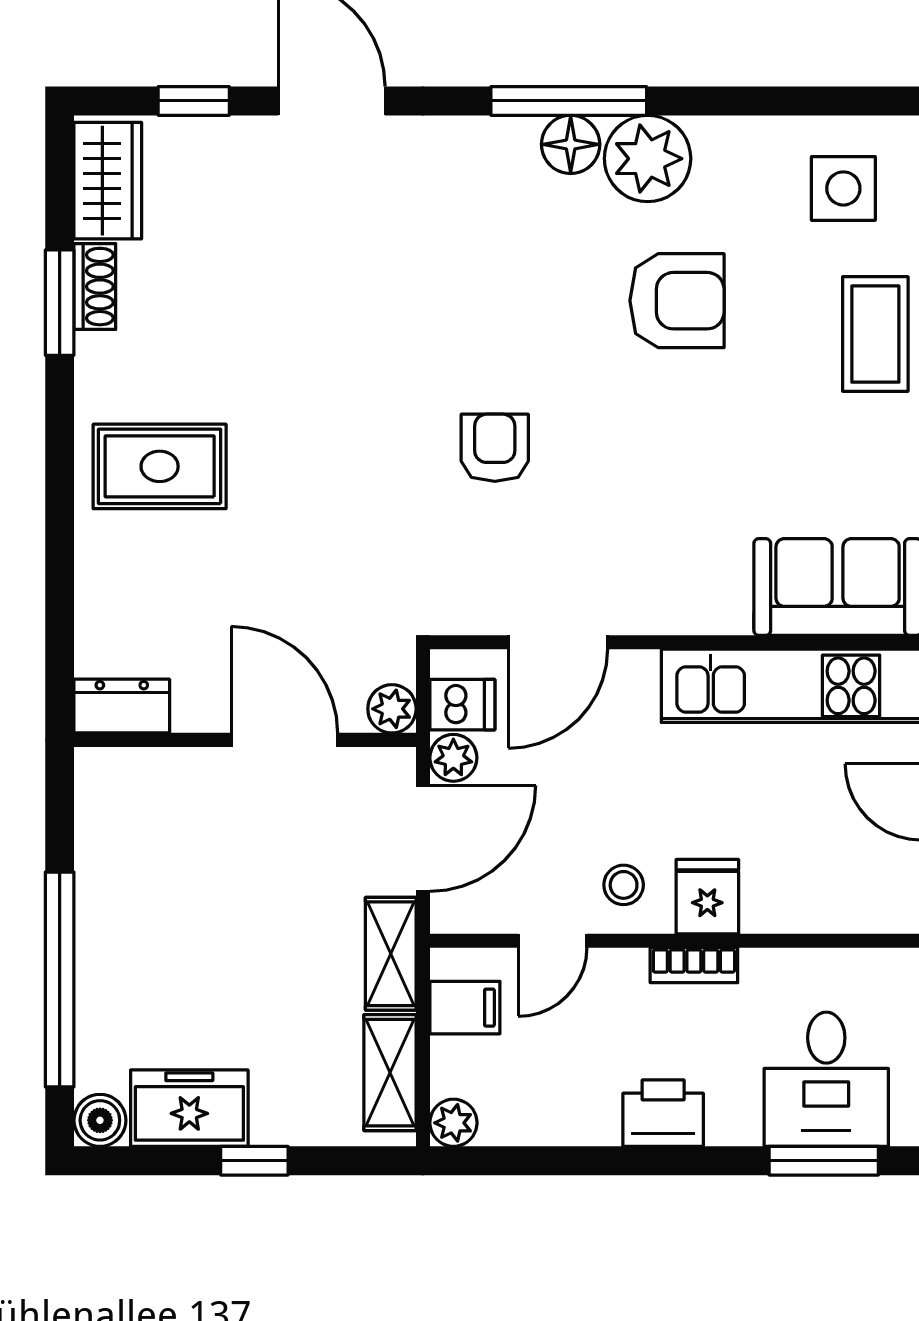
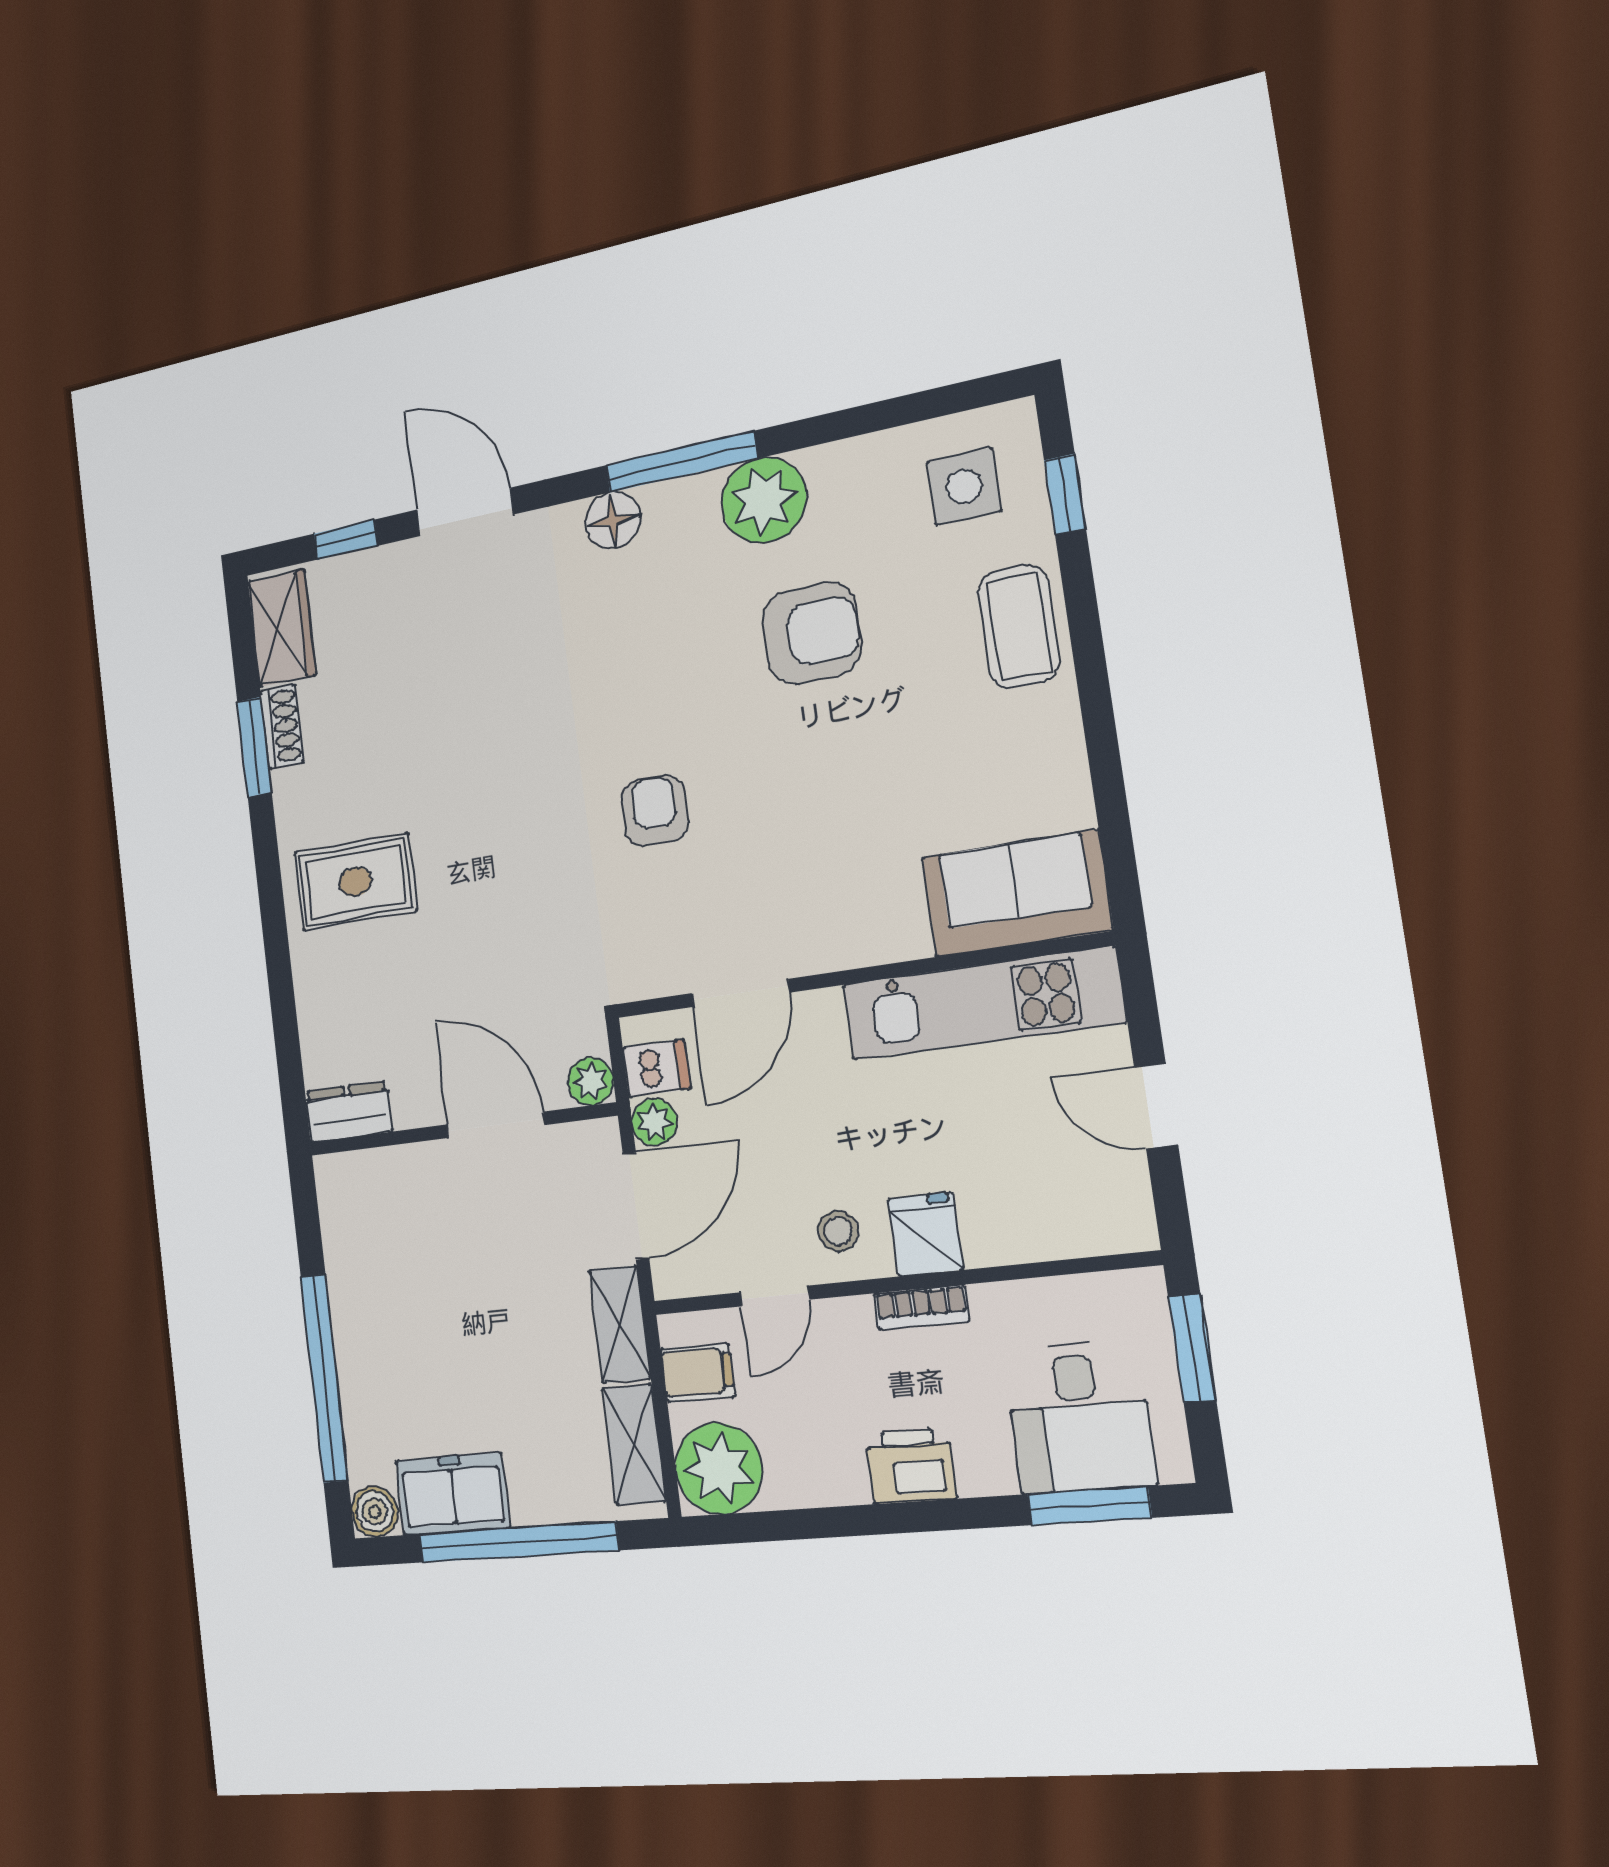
floor lamp: (571, 144) -> (613, 520), moved
plant: (453, 1123) -> (719, 1469), width x1.88, depth x1.88
window: (254, 1161) -> (518, 1542), width x3.17

